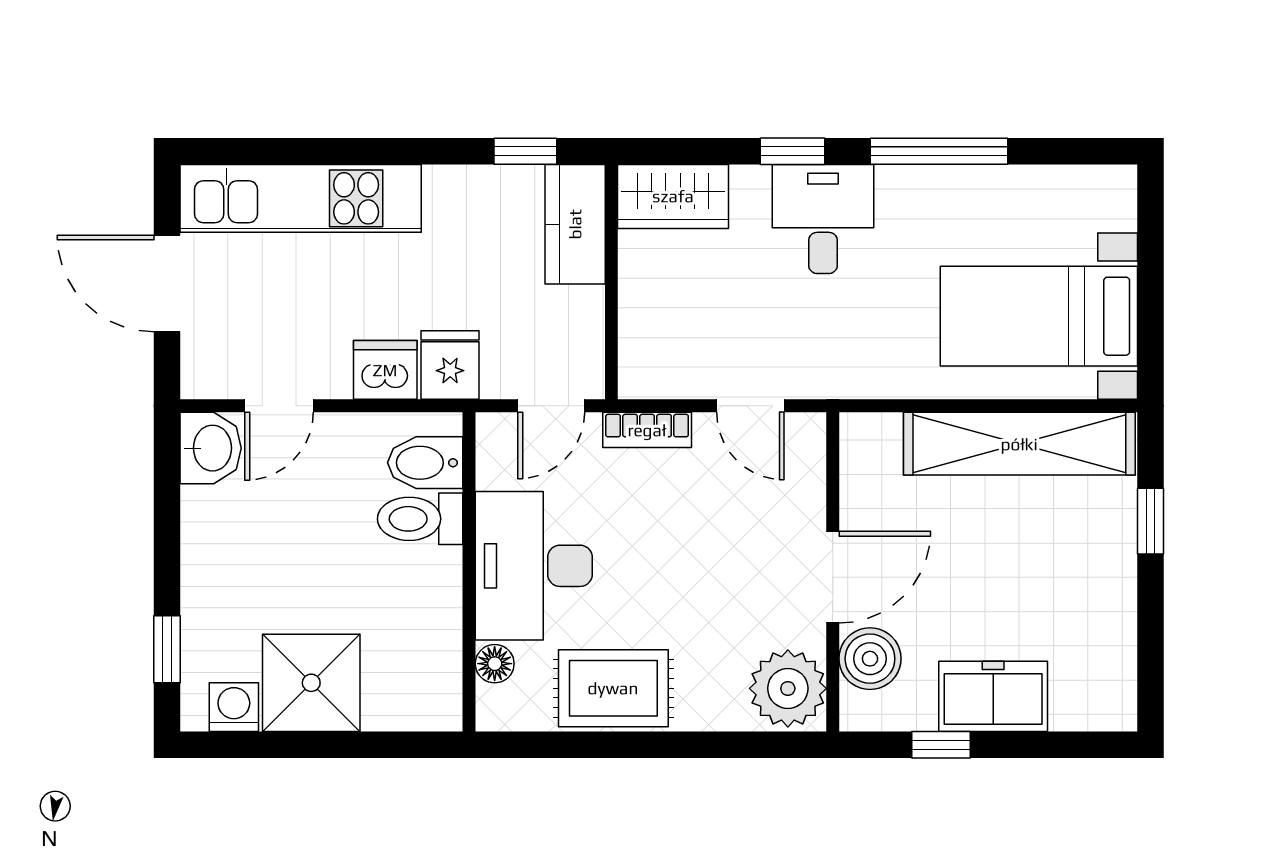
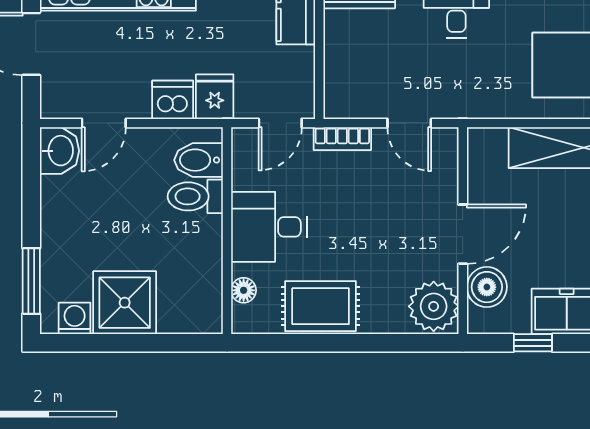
desk: (534, 566) -> (269, 227), width x0.73
window: (167, 649) -> (31, 281), width x1.50

